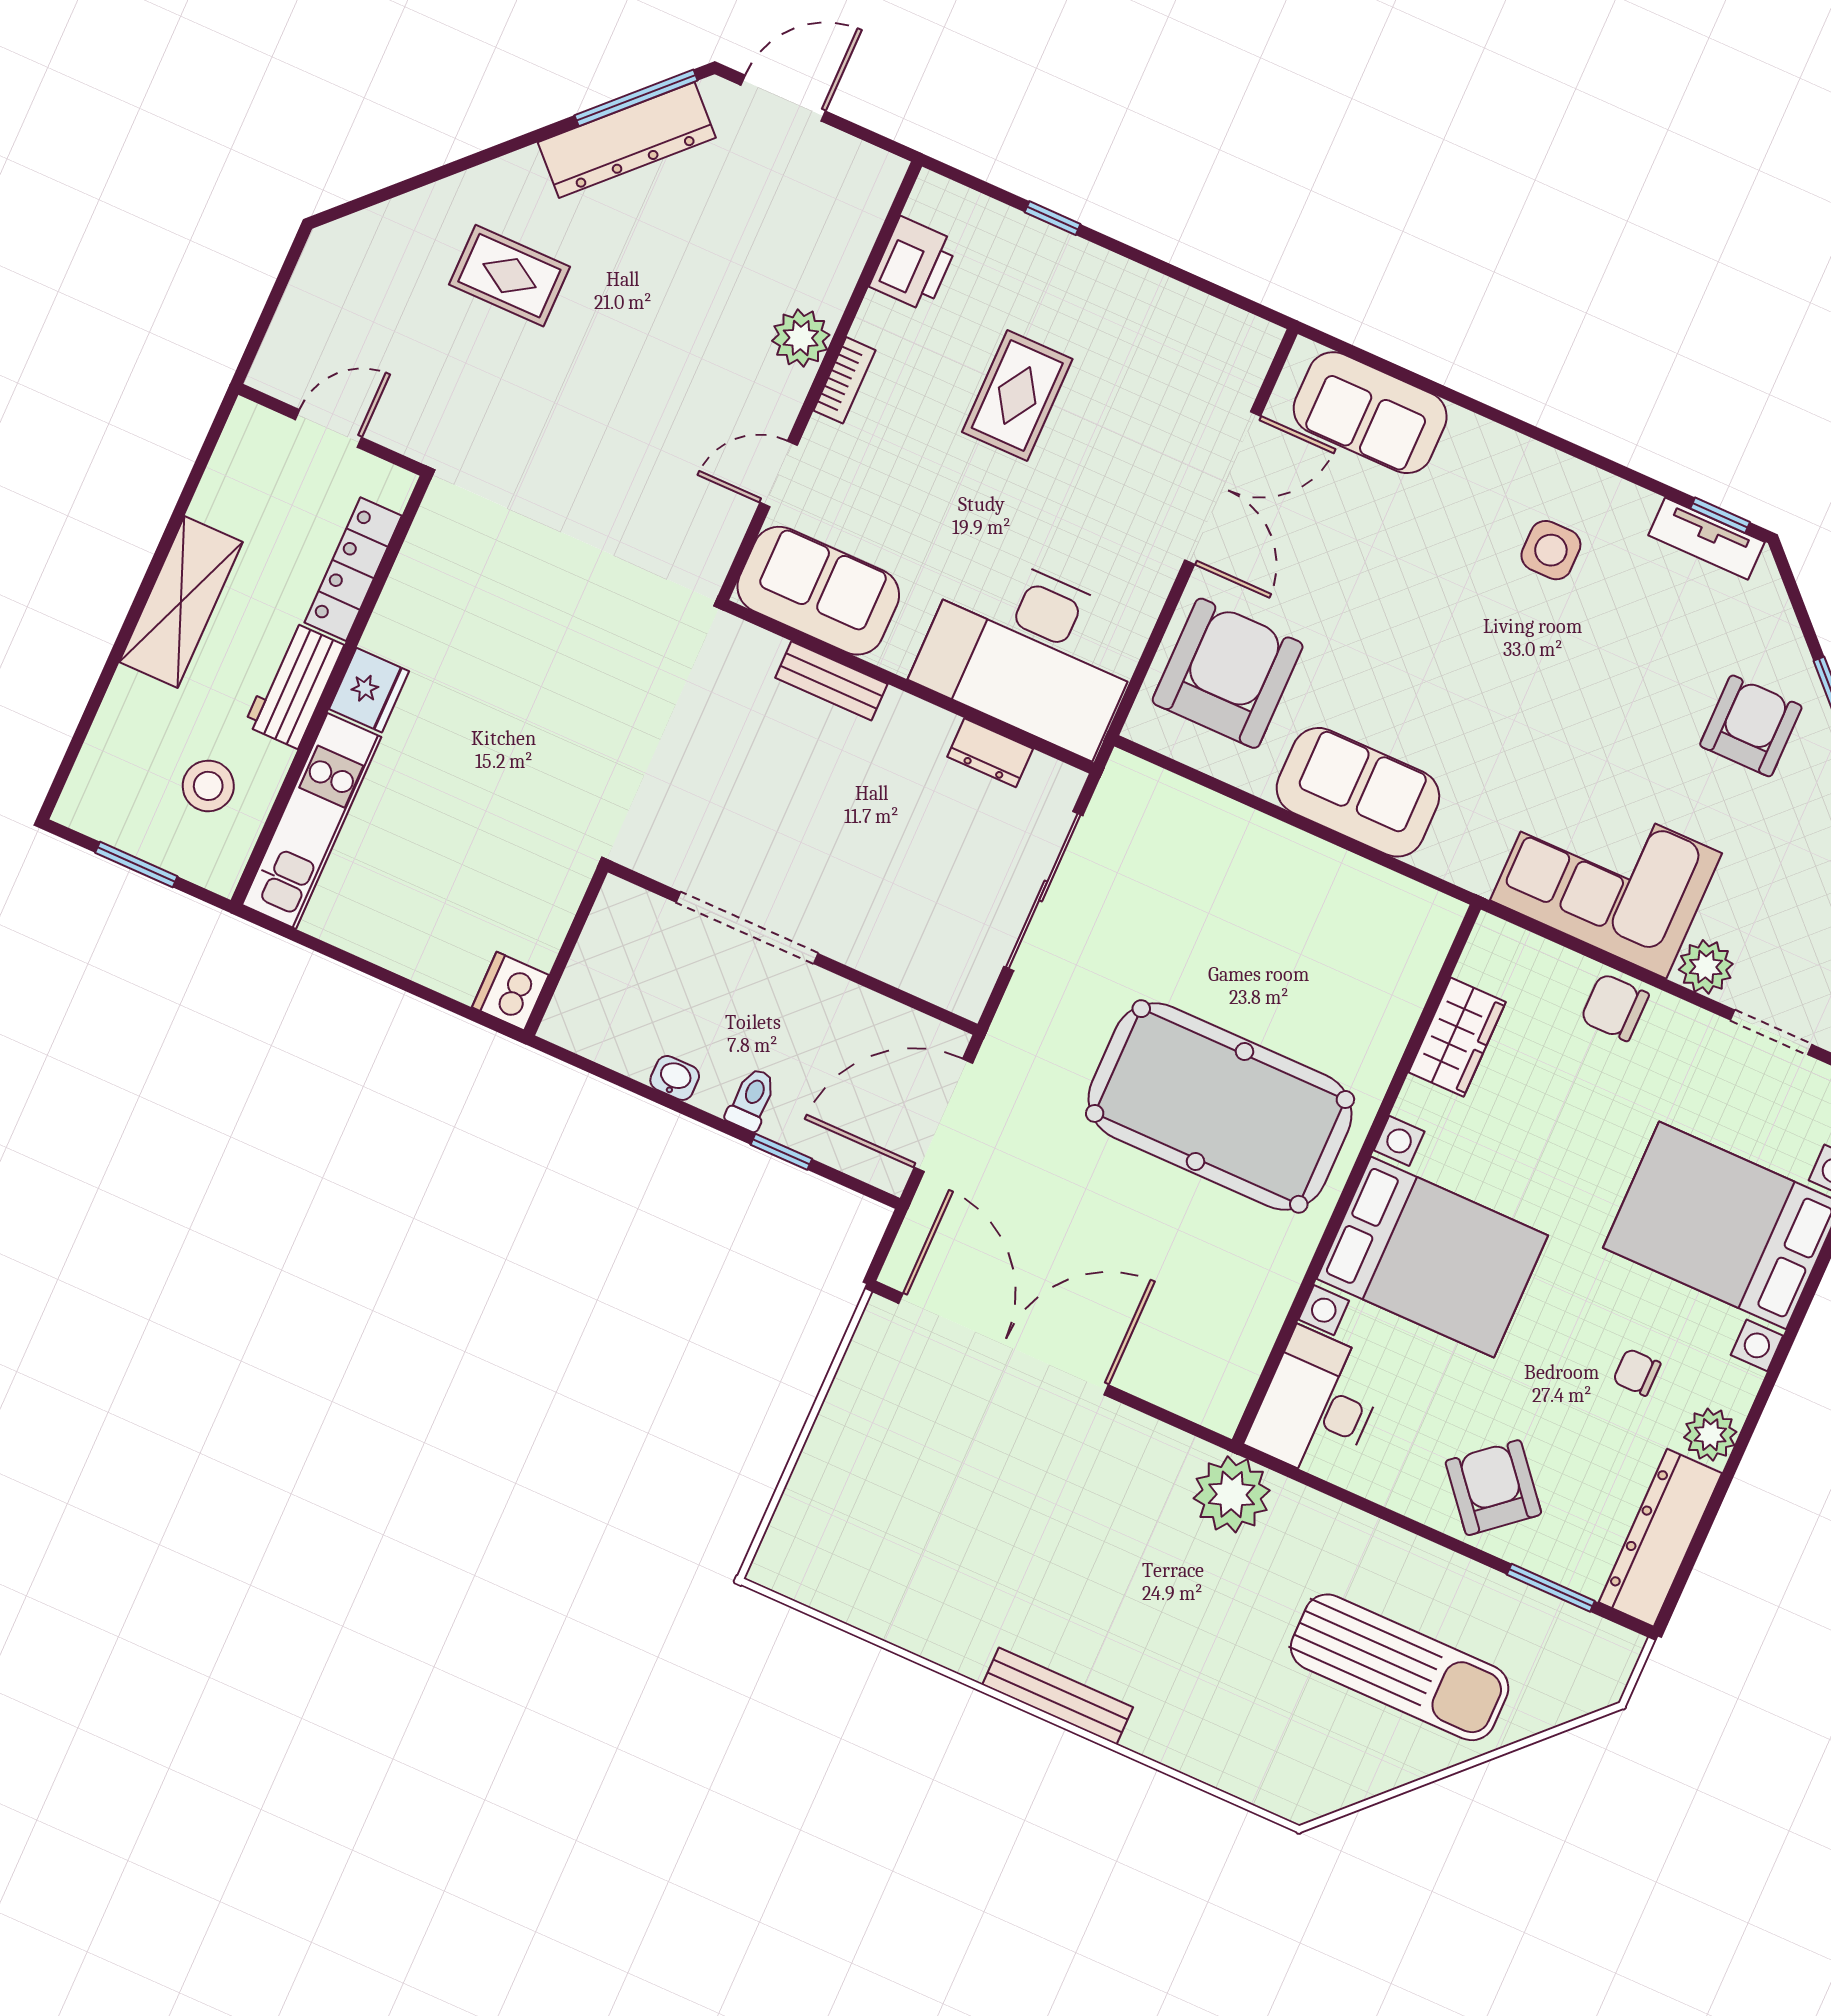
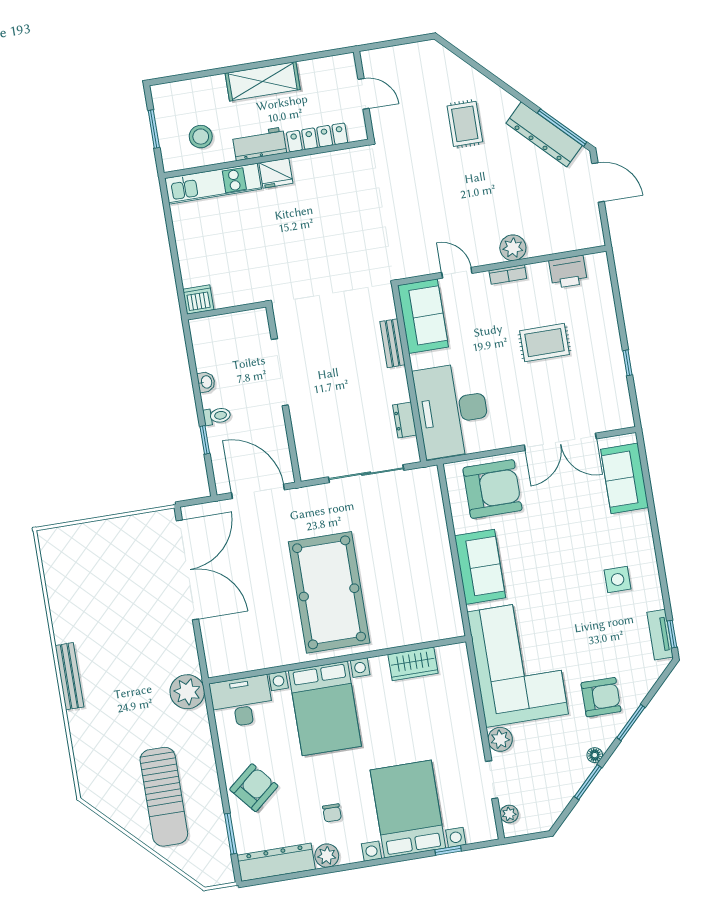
window: (1053, 218) -> (628, 363), moved
corner sofa: (1606, 877) -> (518, 663), width x1.36, depth x1.36
chair: (1615, 1007) -> (463, 715), removed
chair: (1637, 1372) -> (332, 813), turned 180

